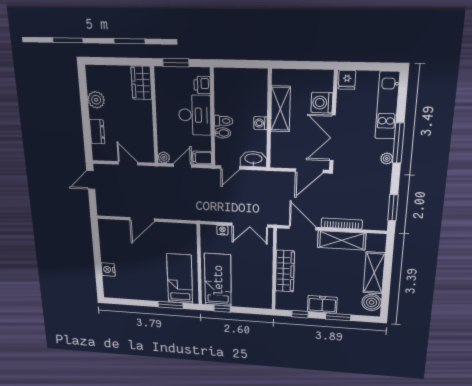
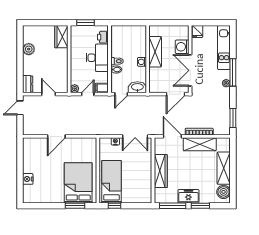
dresser: (97, 132) -> (28, 84), moved
bed: (180, 279) -> (78, 183), width x1.50
window: (300, 314) -> (173, 206), width x2.17

